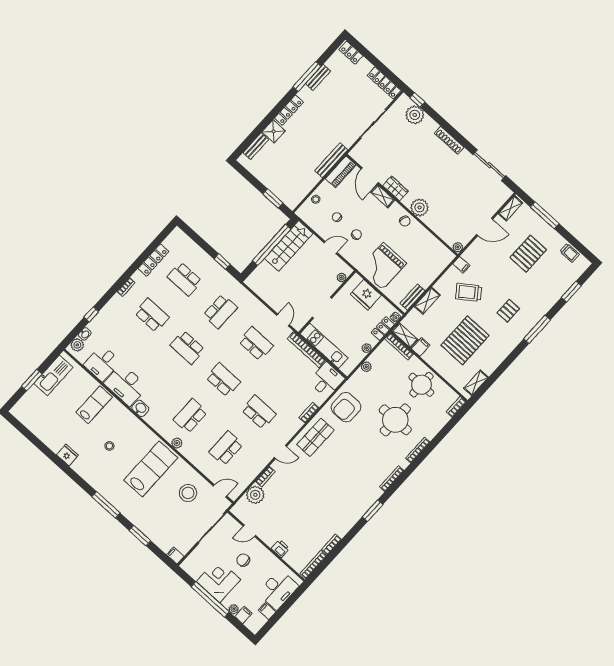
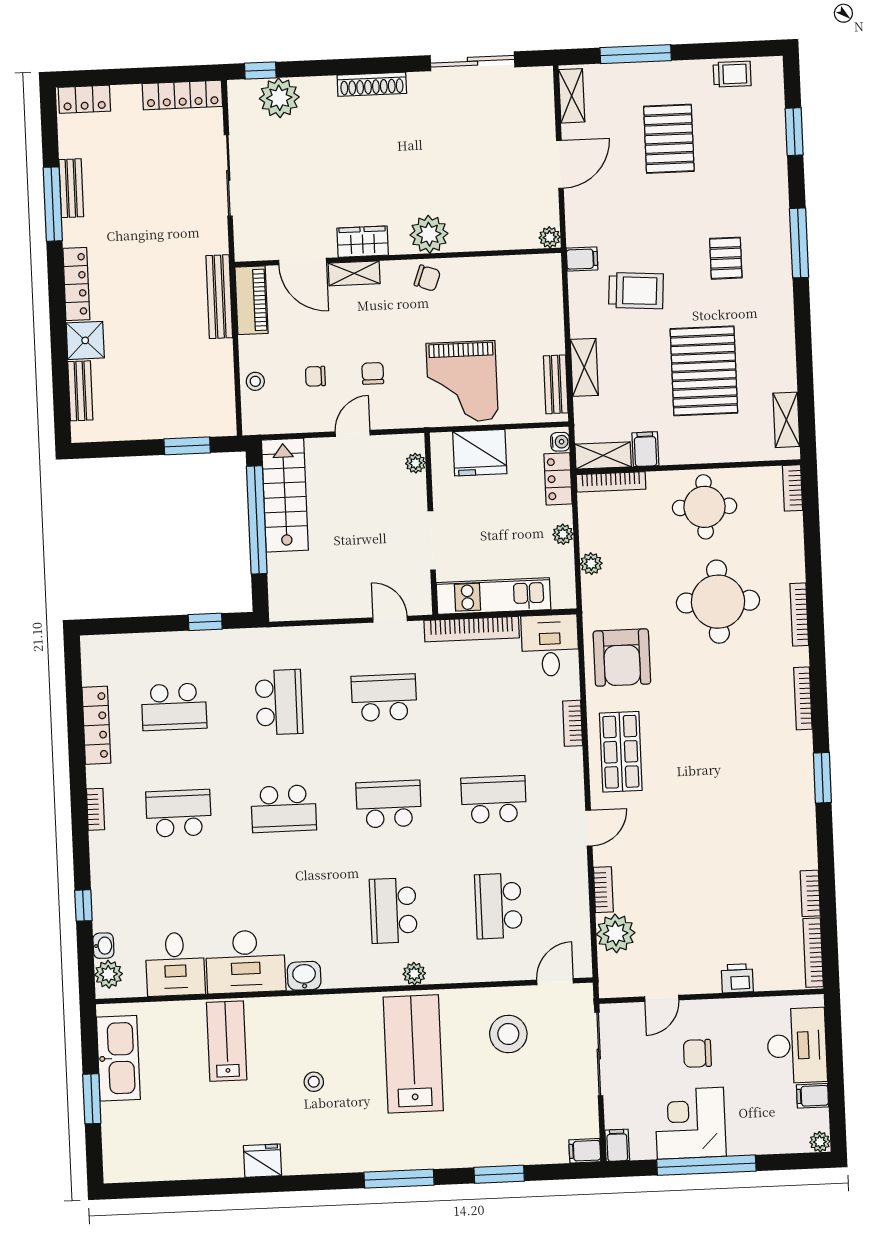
trolley: (469, 292) -> (636, 291), turned -140
plant: (234, 609) -> (820, 1142), moved
filing cabinet: (243, 615) -> (617, 1145), moved

